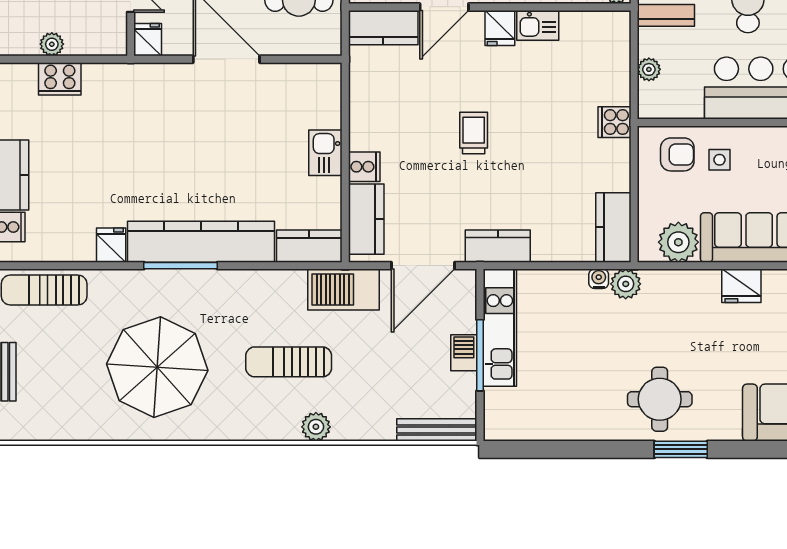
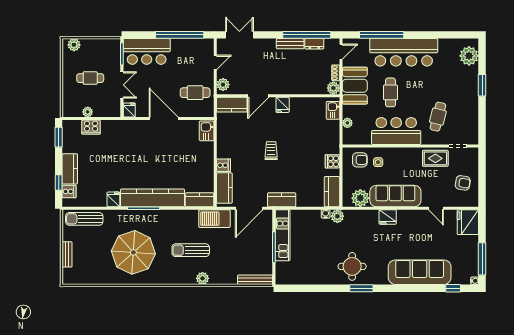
kitchen sink: (538, 25) -> (333, 110), moved, turned 90
cooker: (614, 122) -> (332, 161), moved
kitchen sink: (325, 153) -> (207, 131), moved
barbecue: (464, 353) -> (267, 246), removed

